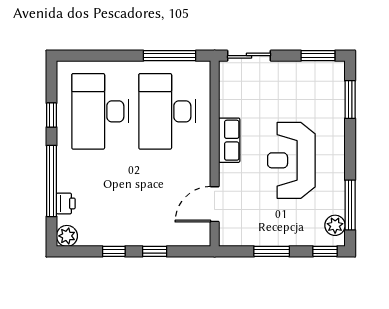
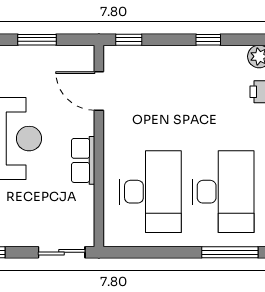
window: (170, 56) -> (230, 252), moved
door: (215, 204) -> (99, 91), swing flipped
window: (155, 251) -> (129, 40), moved

